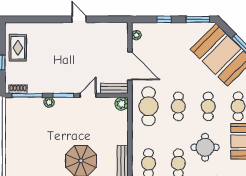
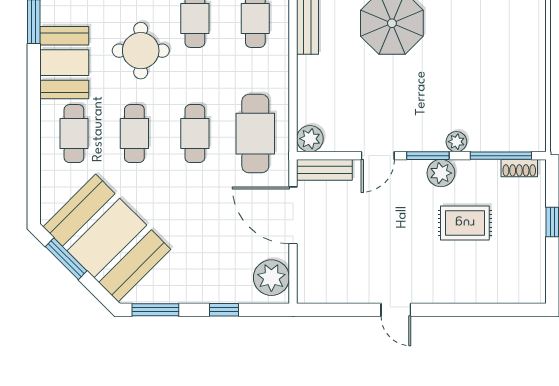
plant: (136, 35) -> (271, 278), width x1.88, depth x1.88
rug: (18, 48) -> (465, 223), moved, turned 90
plant: (57, 87) -> (441, 173), added

